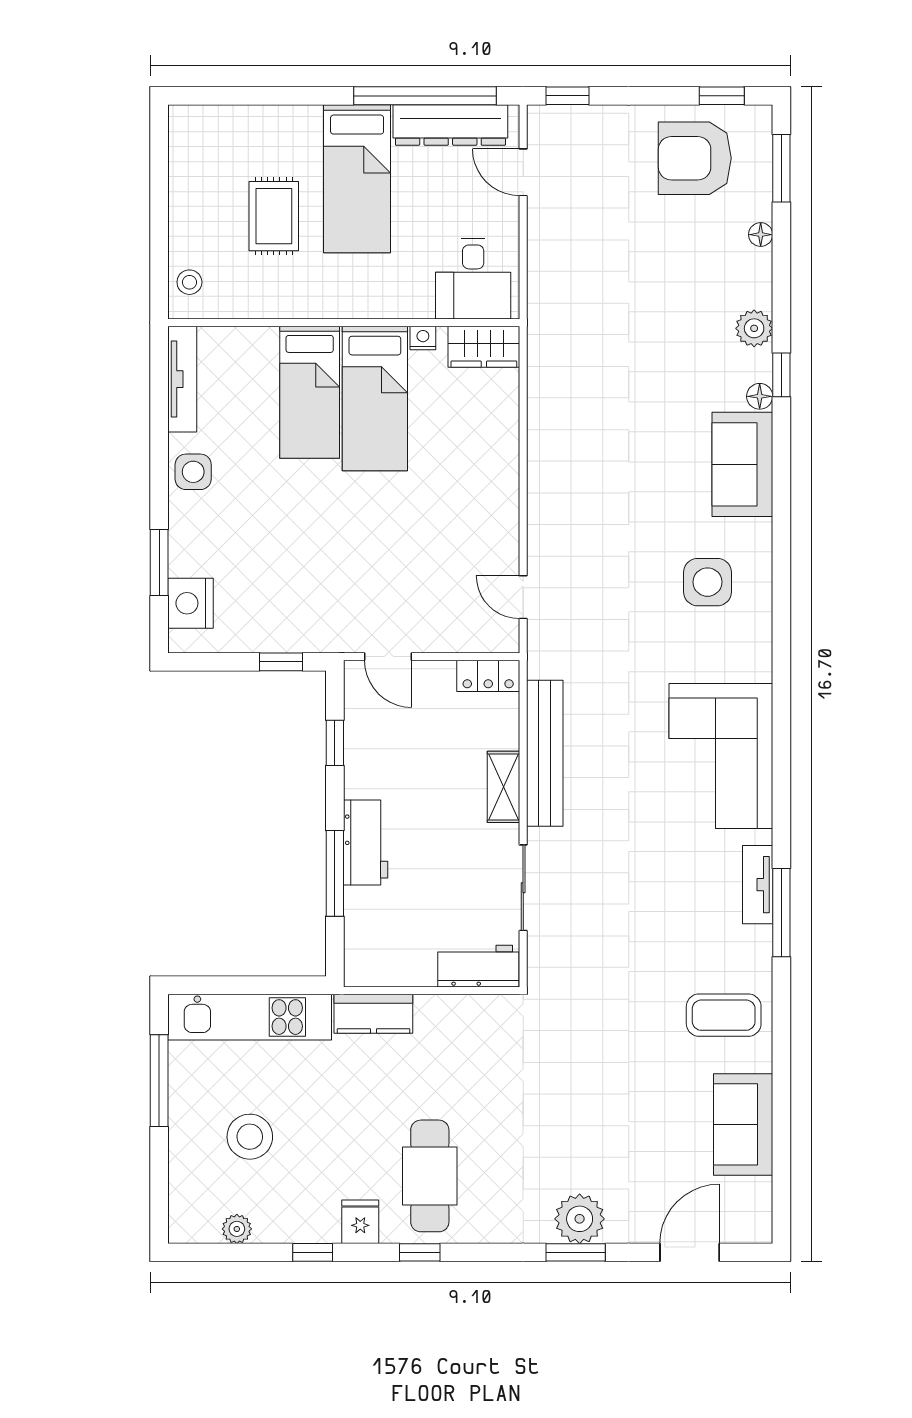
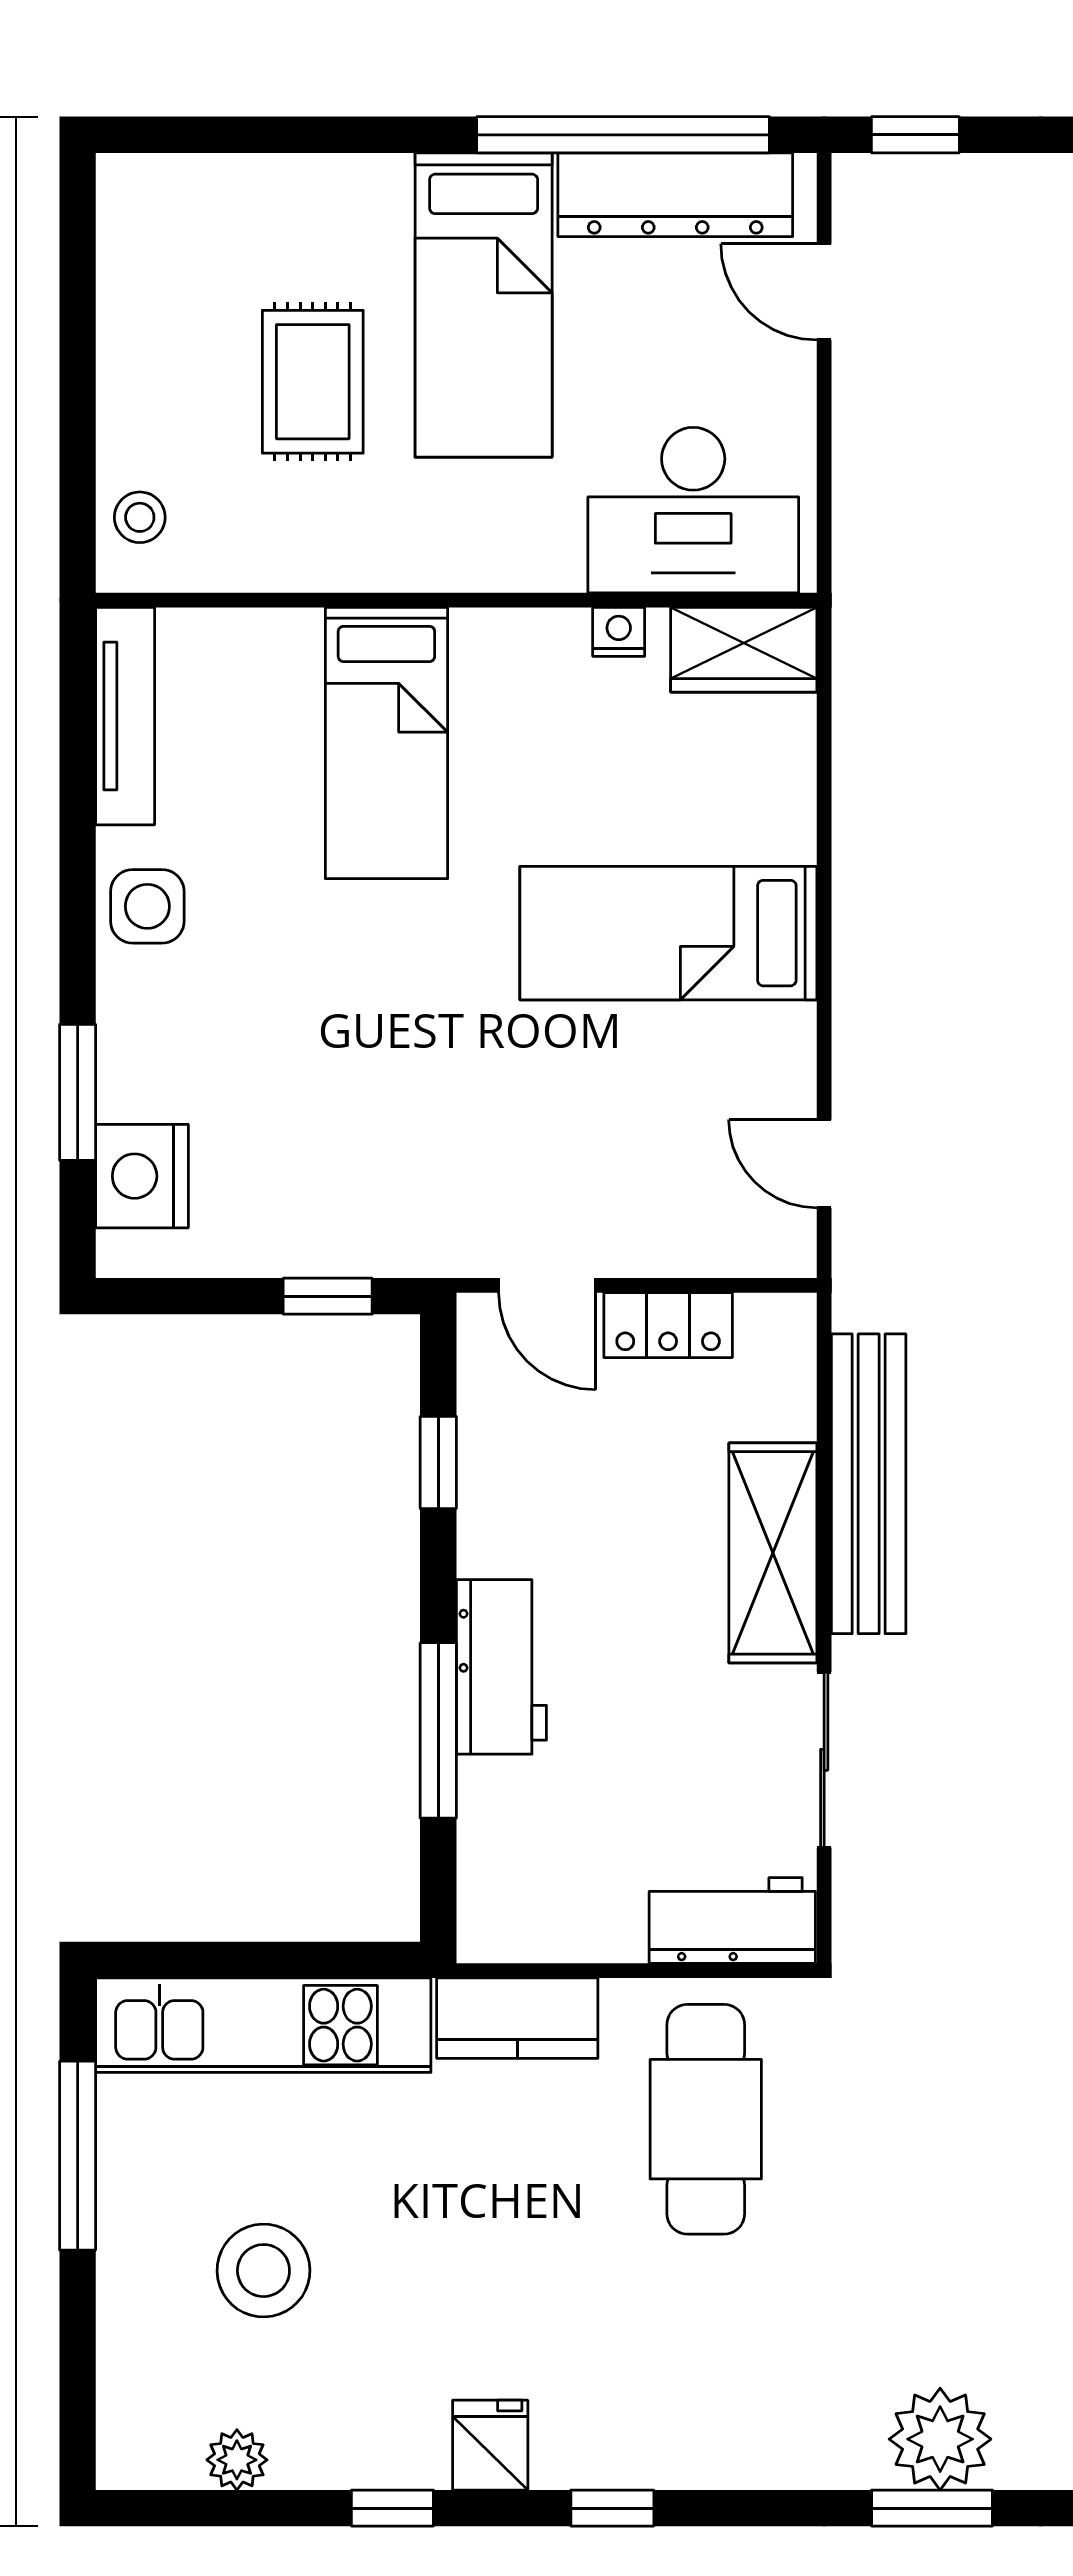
desk: (473, 279) -> (693, 510), width x1.37
bed: (375, 398) -> (668, 933), moved, turned 90
locker: (488, 676) -> (668, 1325), moved
shelving: (503, 787) -> (773, 1553), width x1.50, depth x1.33
cafe table: (430, 1176) -> (706, 2119), moved

